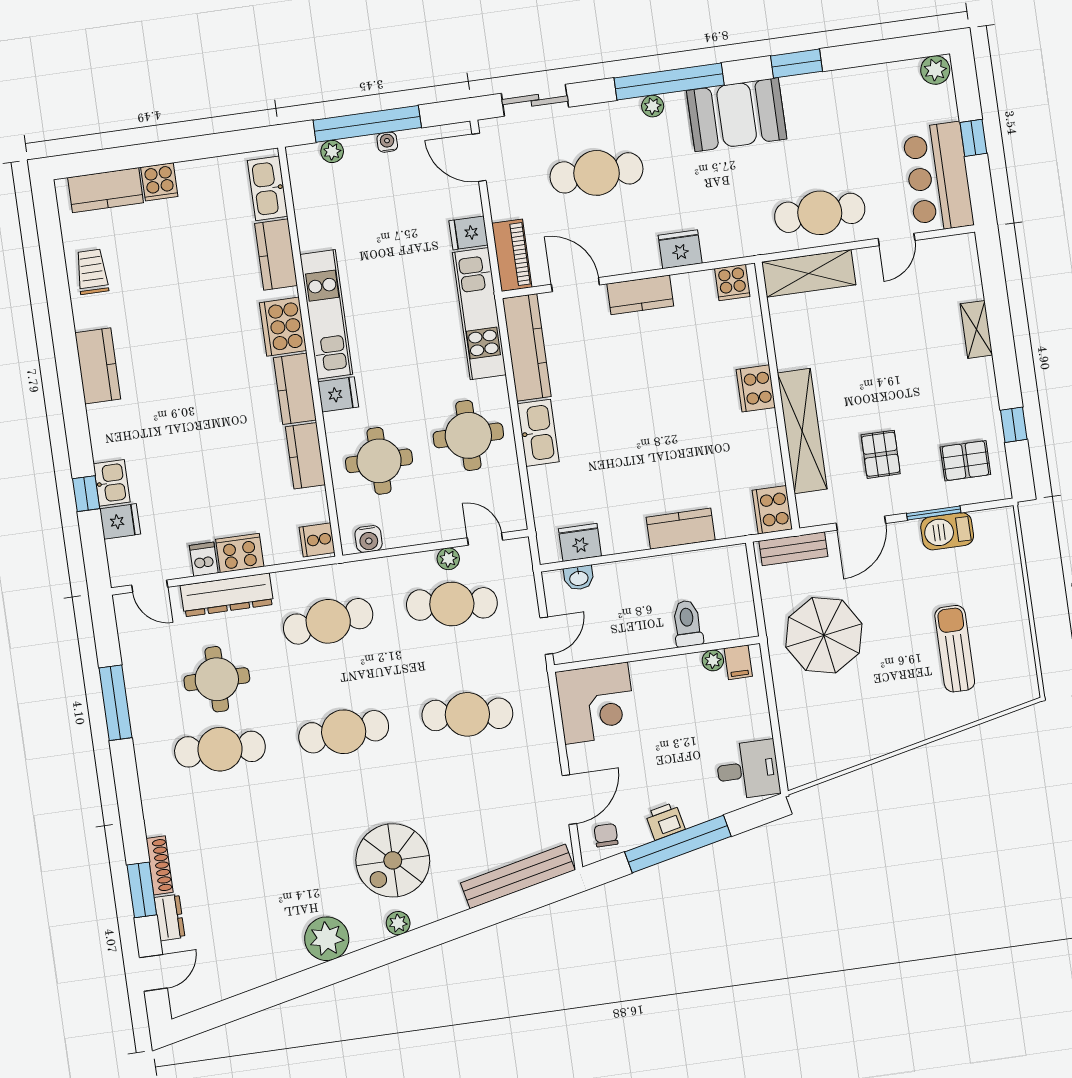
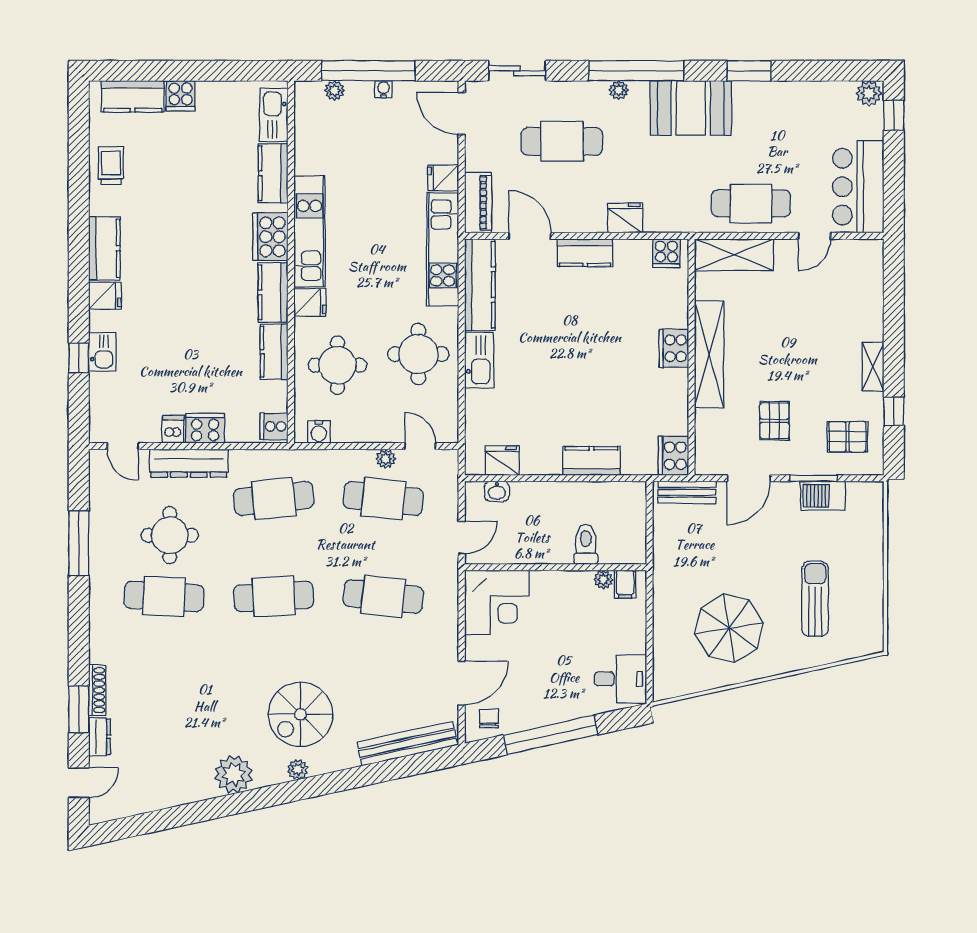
window: (973, 138) -> (894, 115), moved
shelving: (976, 329) -> (873, 367), moved
shelving: (802, 431) -> (709, 354), moved
fridge: (120, 521) -> (105, 295), moved
parasol: (824, 635) -> (729, 628), moved
printer: (665, 821) -> (542, 713), removed

